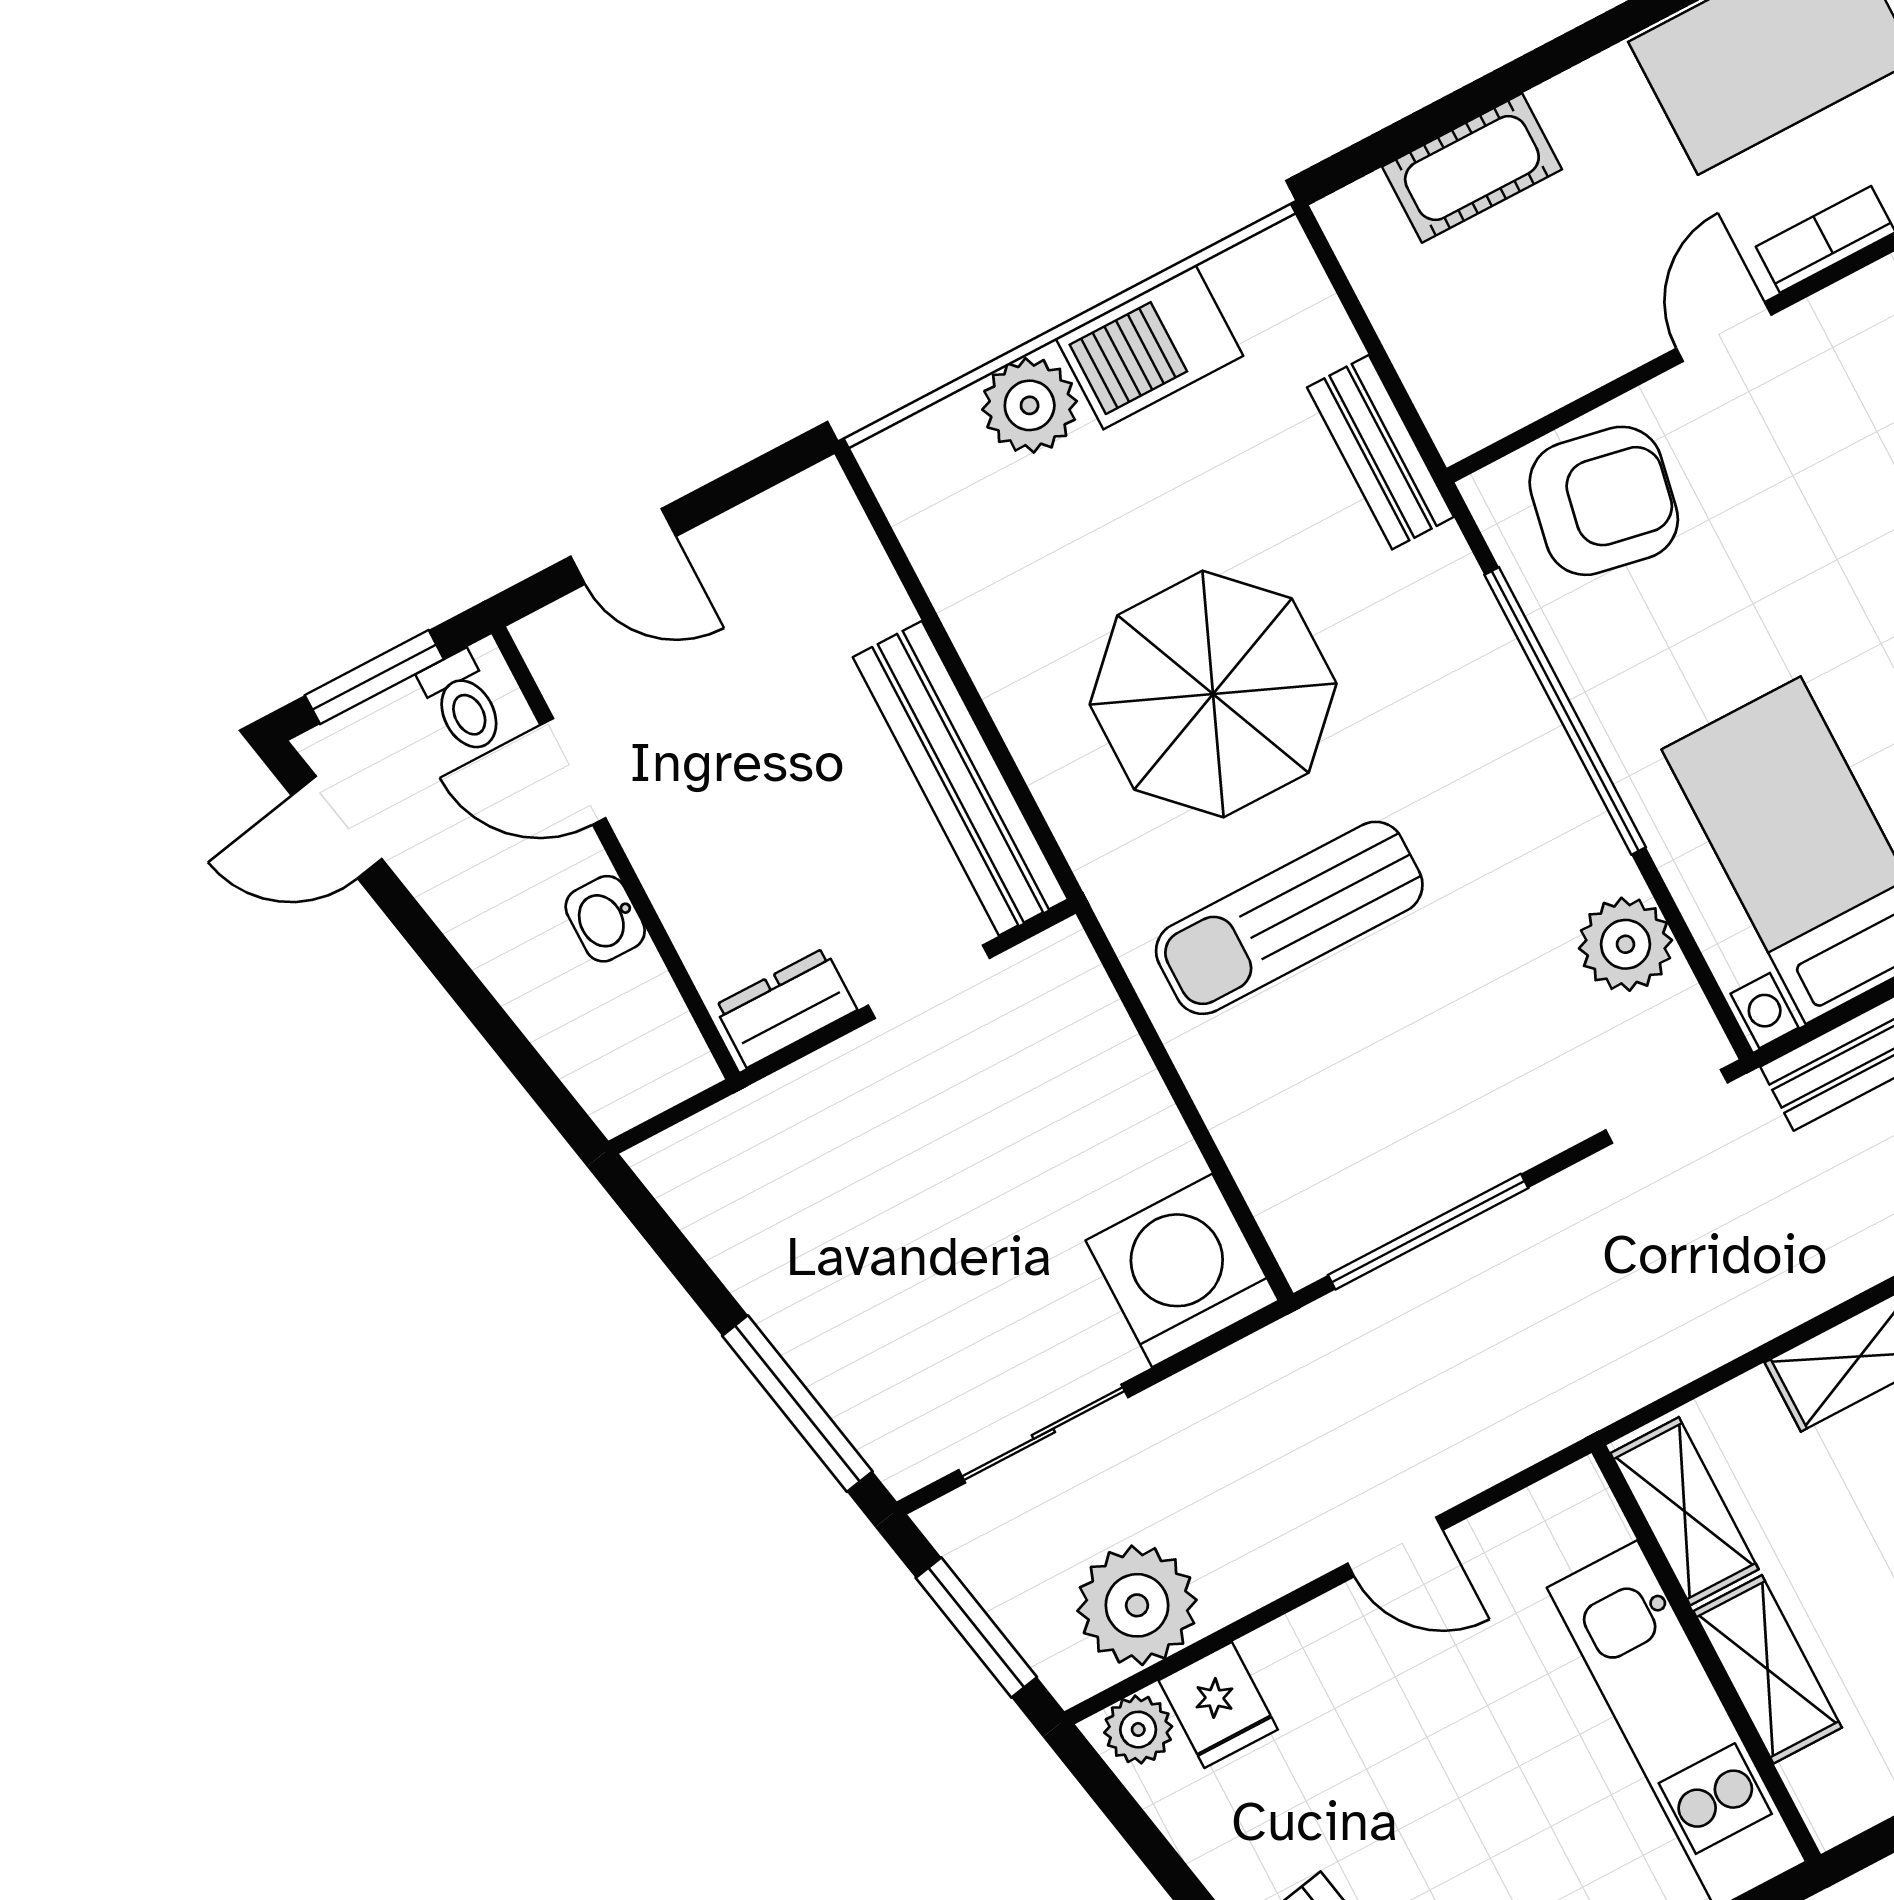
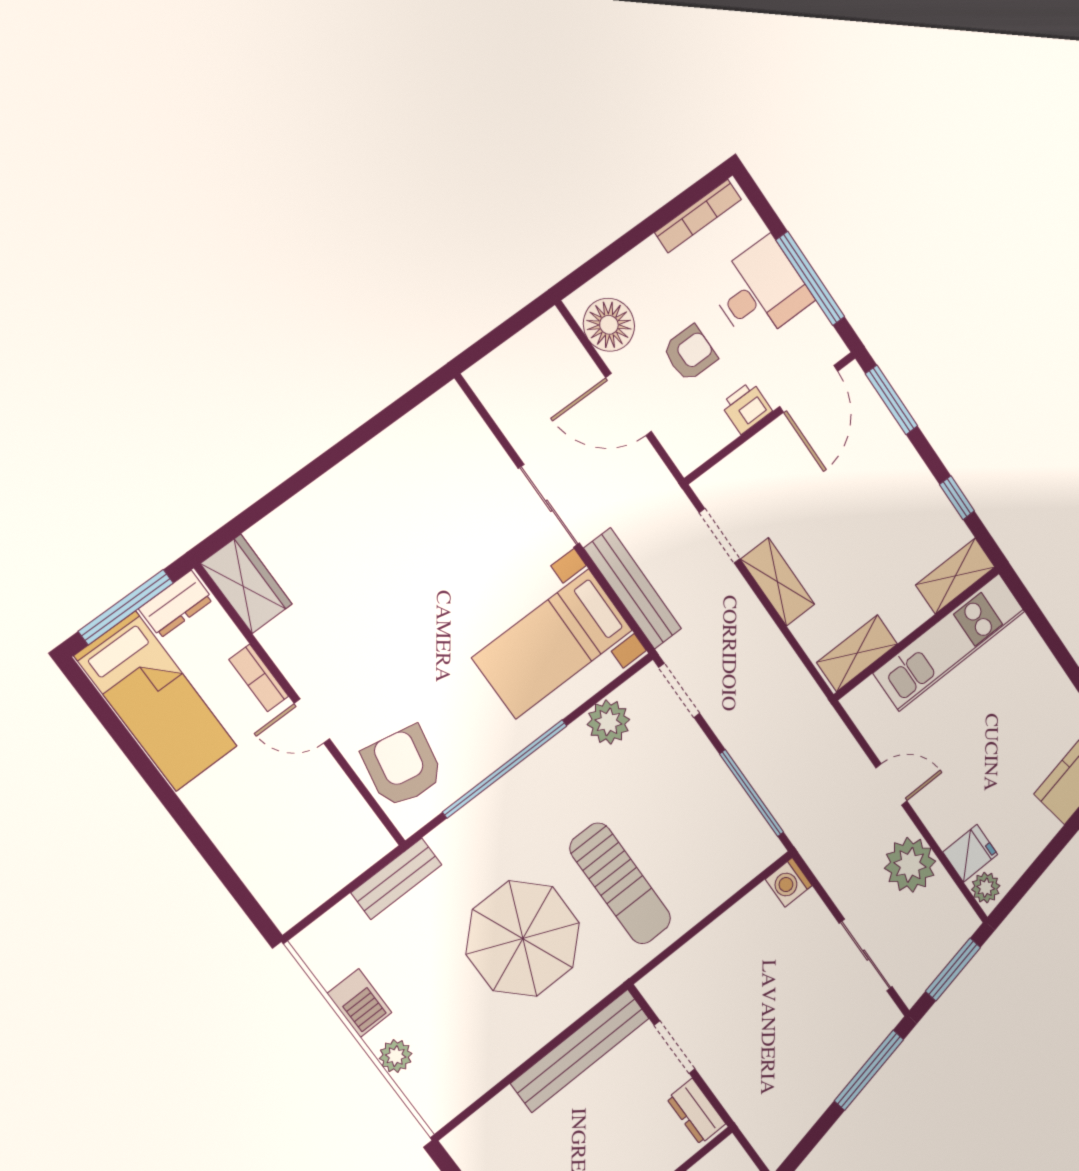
cot: (1472, 168) -> (251, 858), removed
barbecue: (1149, 347) -> (359, 1003), width x0.73, depth x0.79
plant: (1030, 405) -> (396, 1056), width x0.73, depth x0.73
washing machine: (1182, 1271) -> (789, 882), width x0.53, depth x0.53
door: (1395, 1547) -> (891, 784), hinge flipped
plant: (1137, 1605) -> (910, 865), moved
shelving: (1768, 1669) -> (955, 576), moved

